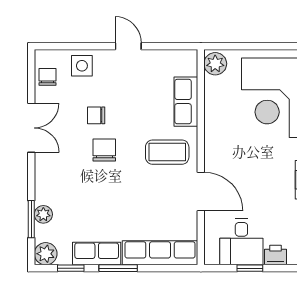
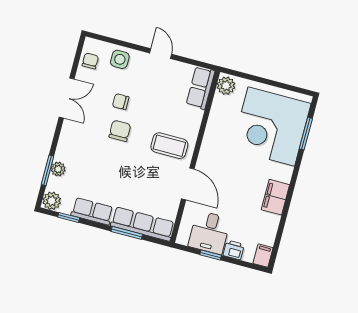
row of seats: (186, 102) -> (200, 88), moved
window: (118, 268) -> (127, 233), moved

